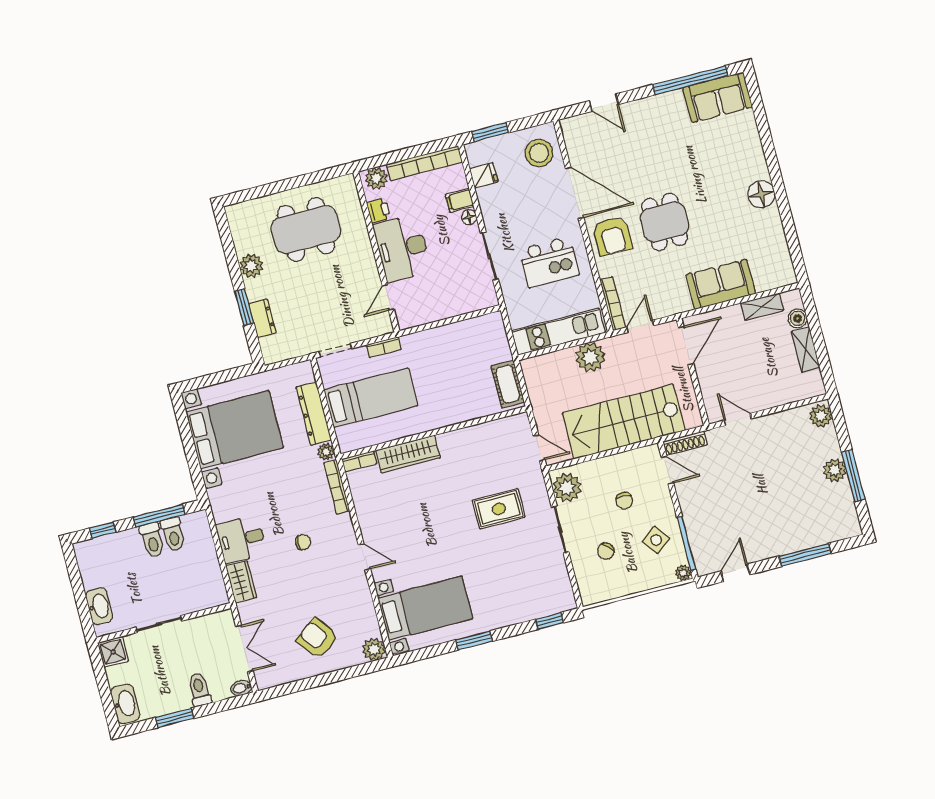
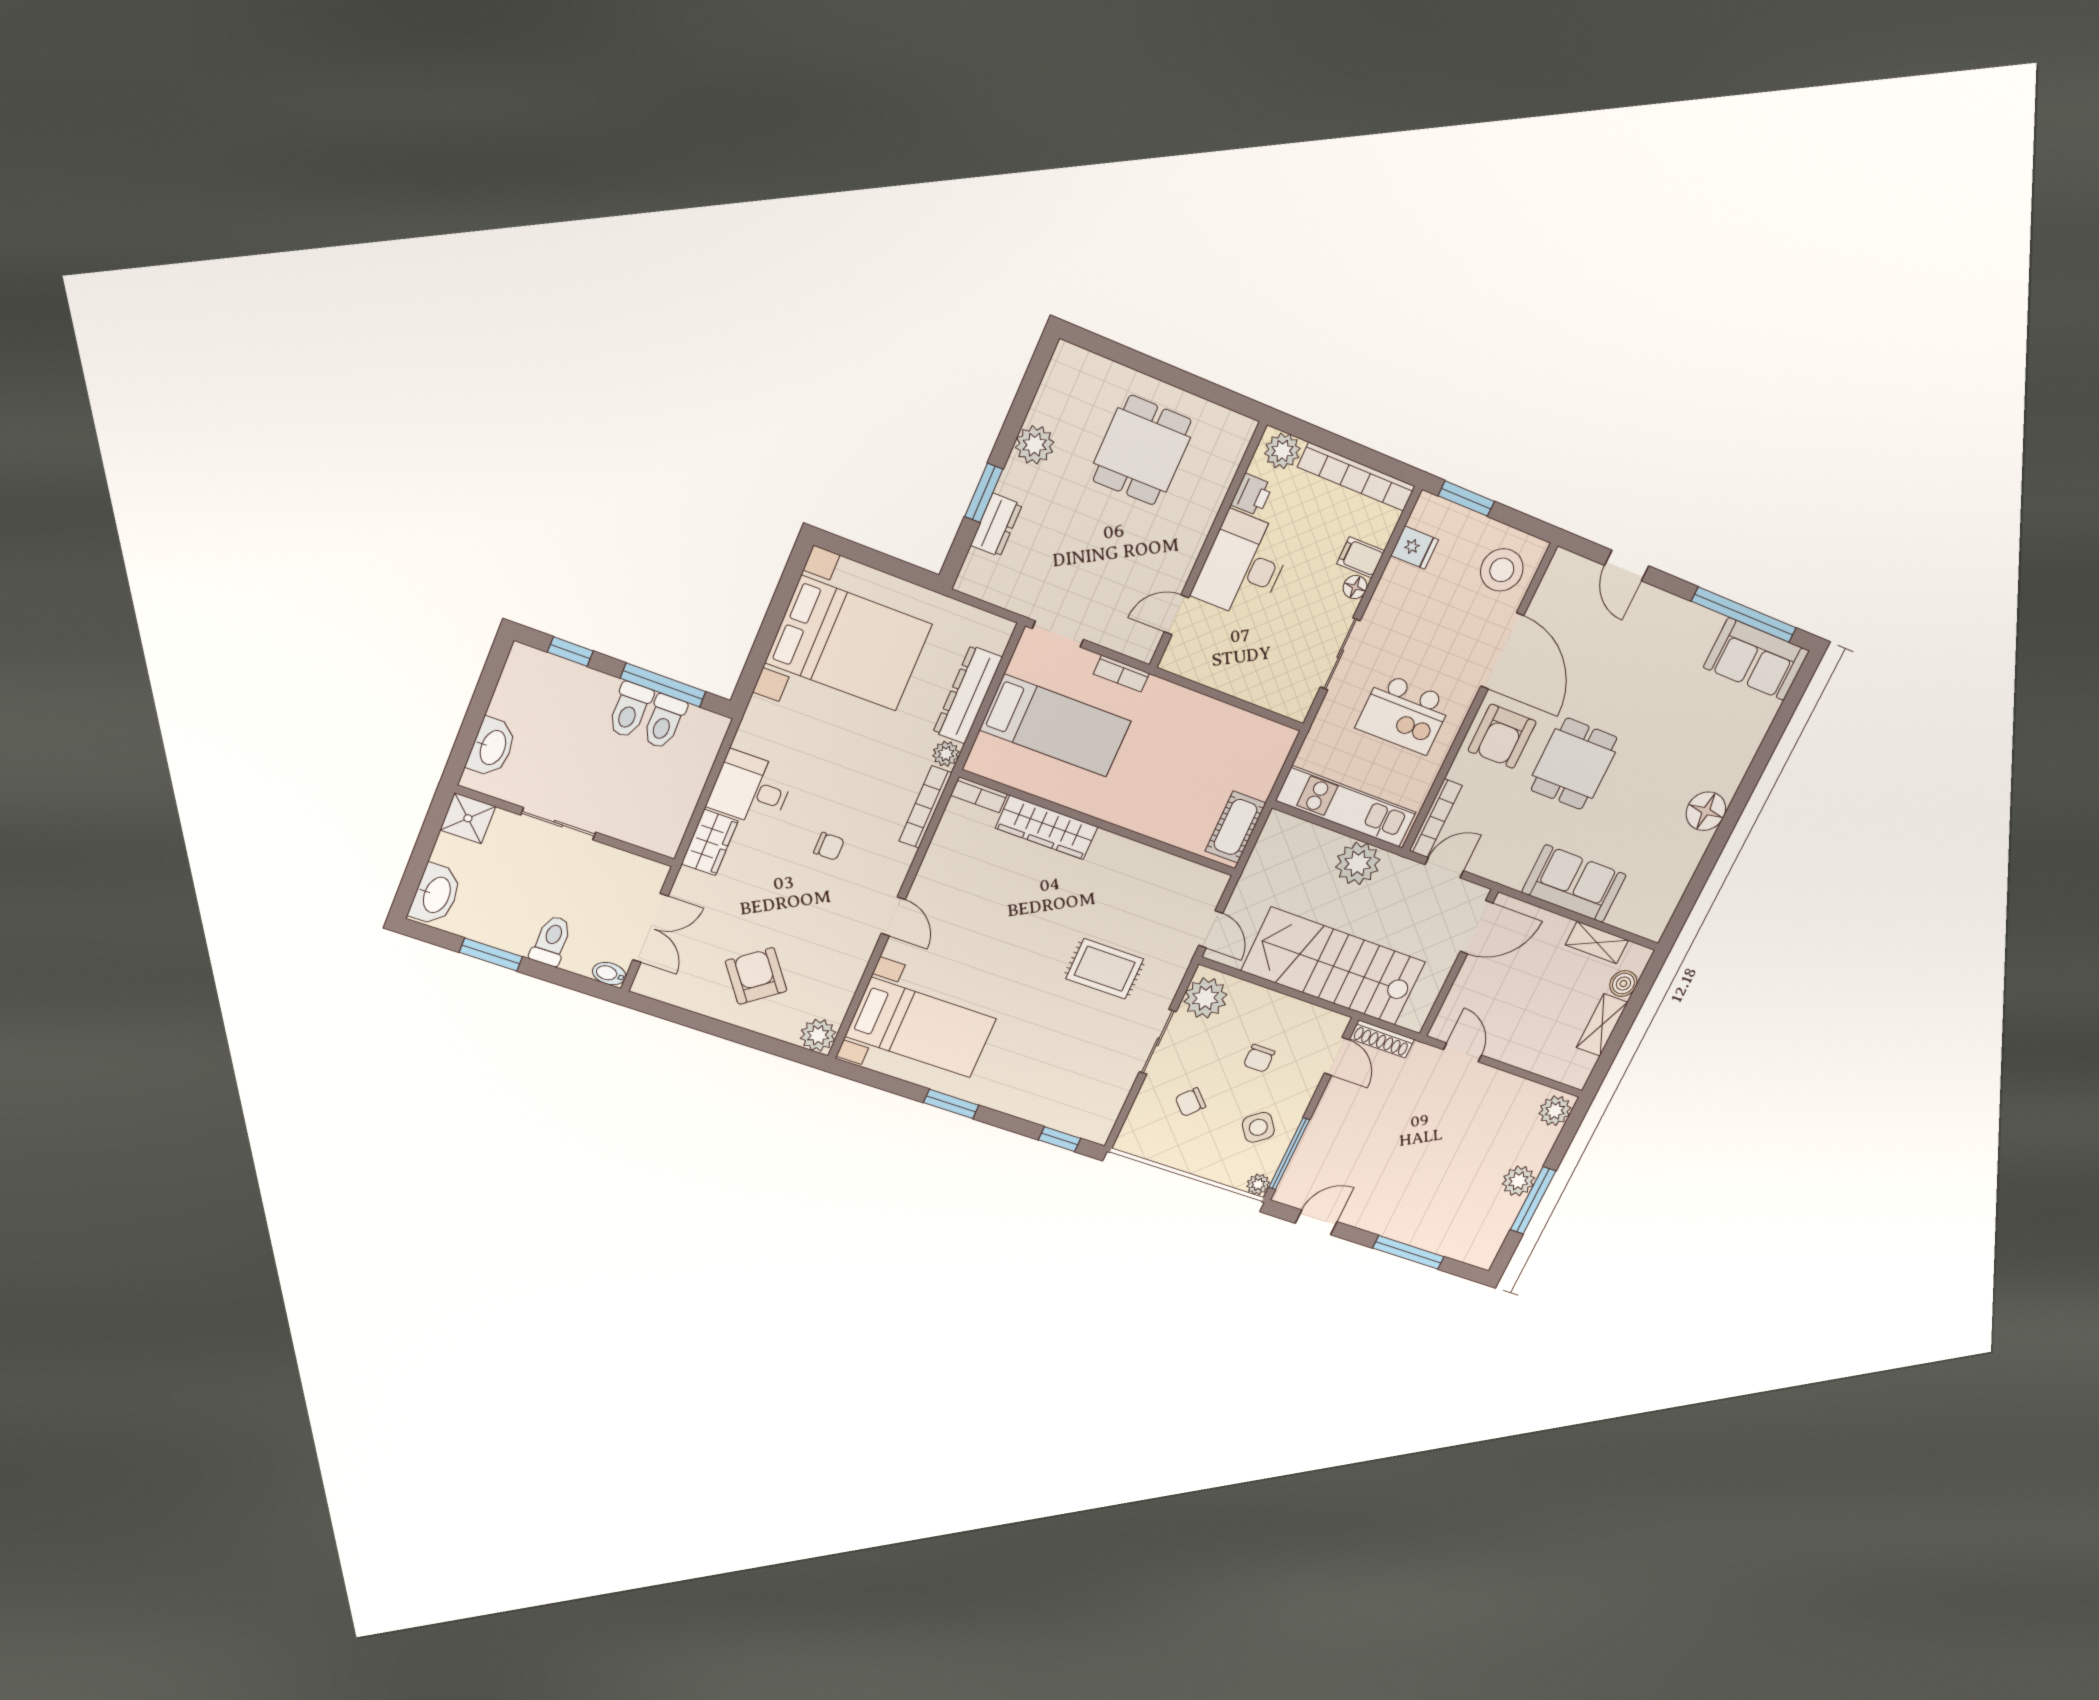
dining table: (306, 230) -> (1142, 450), width x0.73

